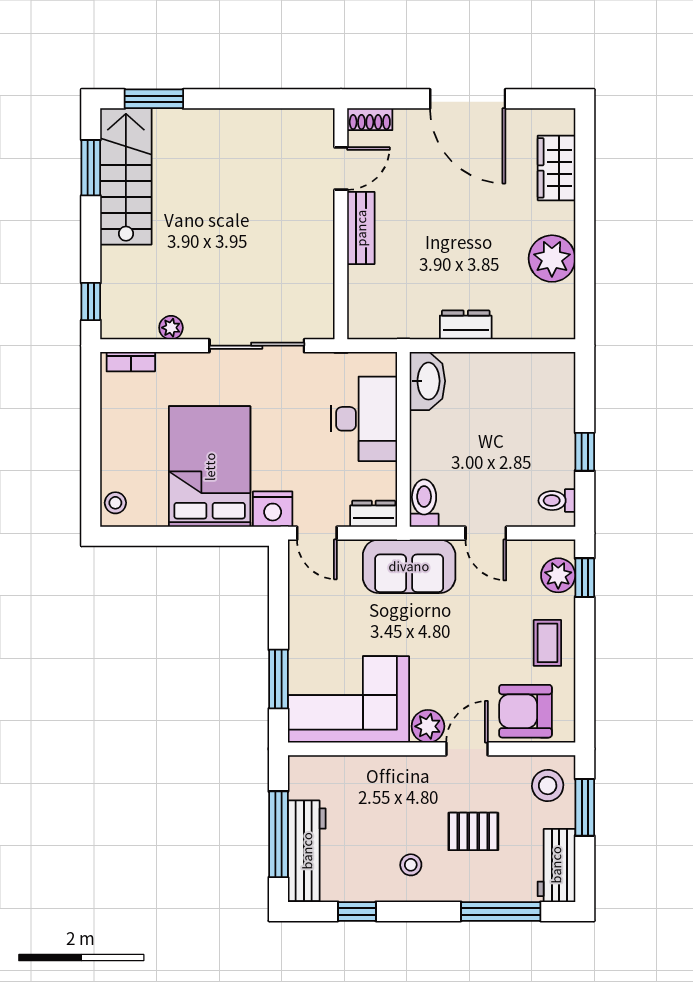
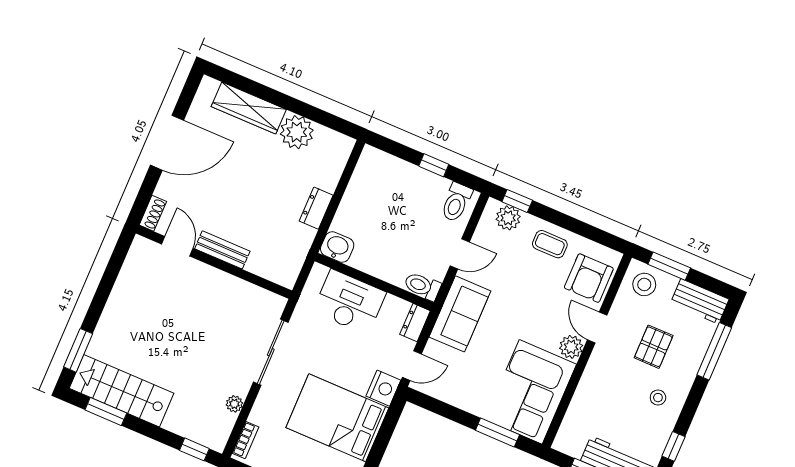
wardrobe: (556, 168) -> (249, 108), width x1.50
washbasin: (427, 381) -> (337, 247), width x0.72
toilet: (557, 501) -> (456, 202), width x1.37, depth x1.39

